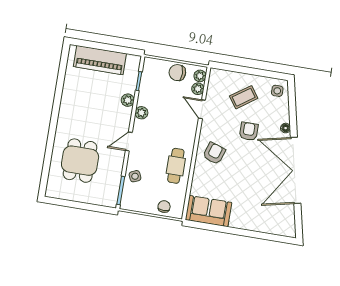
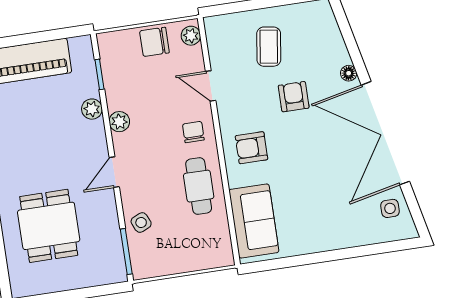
plant: (198, 89) -> (194, 57), removed
side table: (277, 91) -> (390, 208), moved
coffee table: (244, 97) -> (269, 47), turned -47
armchair: (214, 153) -> (252, 148), turned -108
chair: (164, 207) -> (193, 132), moved
sofa: (209, 211) -> (254, 221), moved, turned 90

